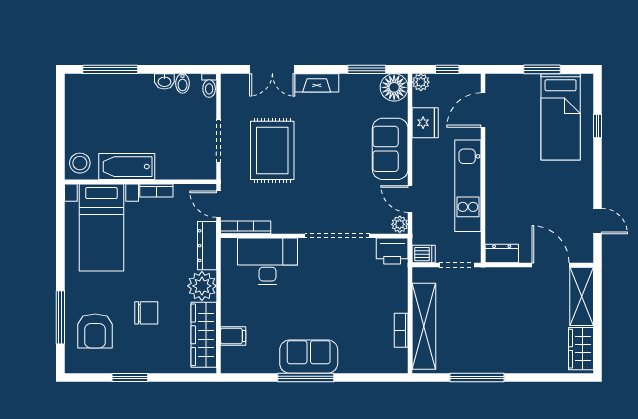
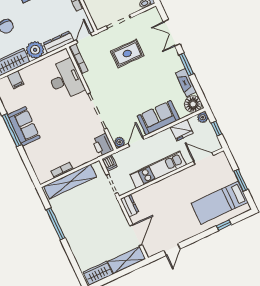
window: (367, 69) -> (186, 64), moved
fireplace: (317, 83) -> (186, 83), moved
rug: (272, 150) -> (127, 54), width x0.73, depth x0.70

